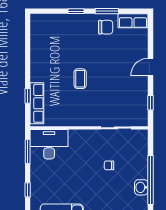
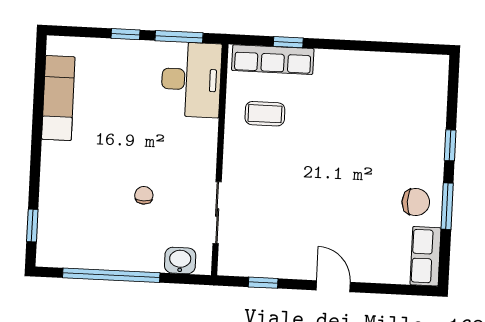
chair: (106, 27) -> (416, 202), turned -90
coffee table: (80, 79) -> (265, 114), moved
washbasin: (141, 187) -> (180, 261), moved
window: (28, 190) -> (126, 34), moved

